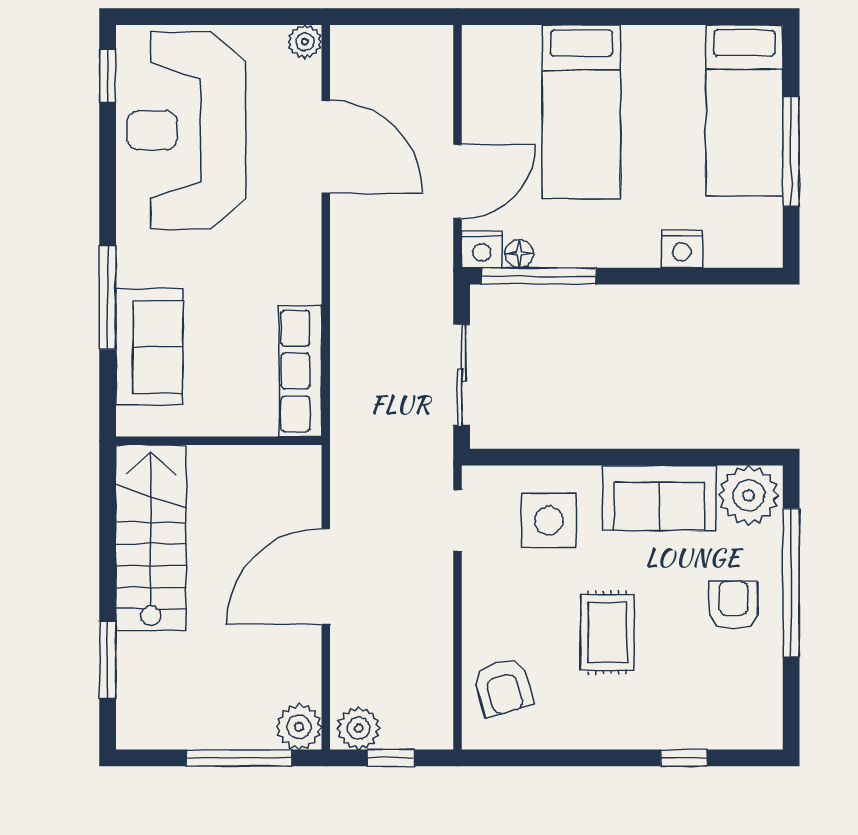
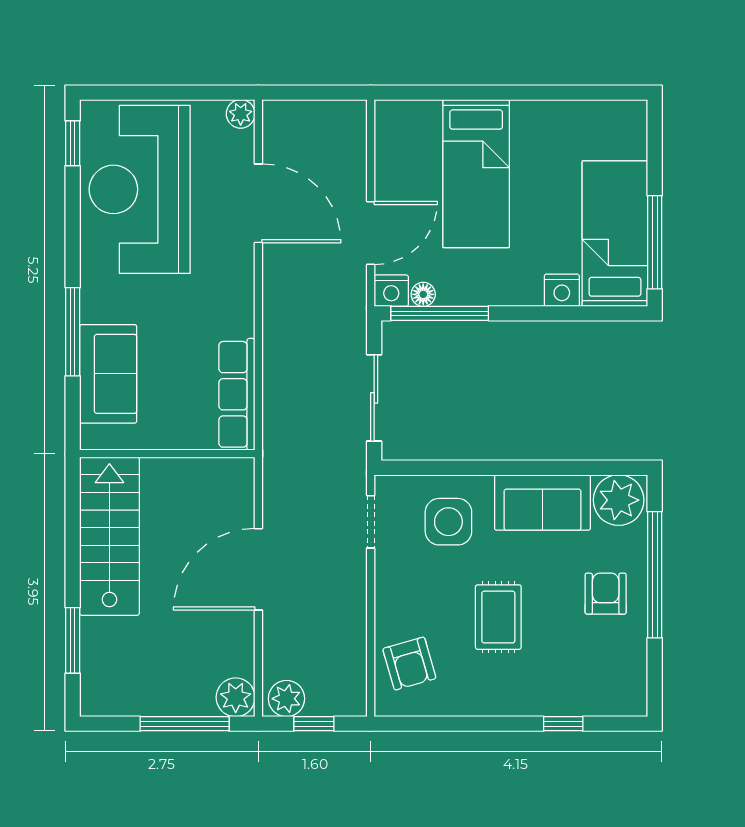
bed: (744, 110) -> (615, 234), moved, turned 180
window: (791, 151) -> (655, 242), moved

